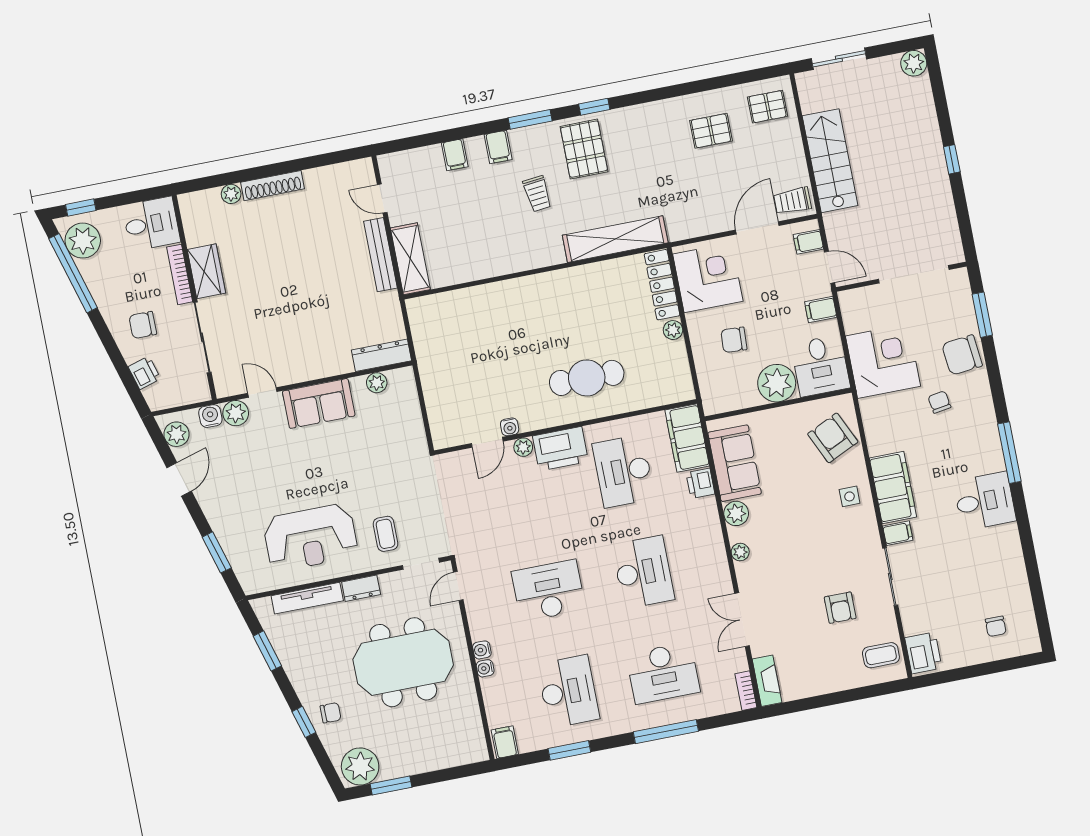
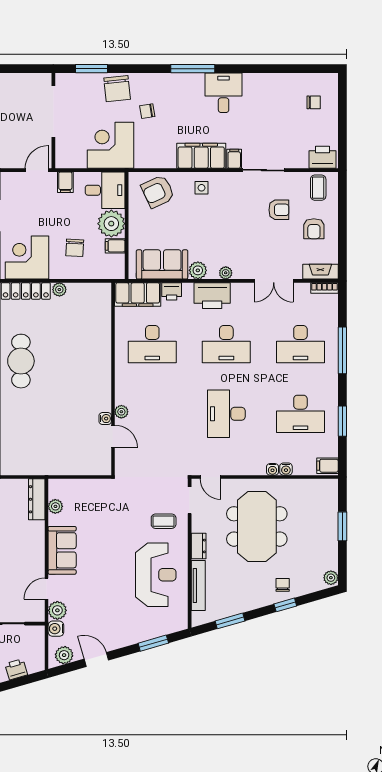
filing cabinet: (808, 242) -> (115, 246), moved, turned 90
cafe table: (587, 378) -> (21, 361), moved
printer: (560, 449) -> (212, 296), moved, turned 90
desk: (643, 572) -> (226, 344), turned 180
water cooler: (482, 650) -> (286, 469), moved
armchair: (824, 660) -> (314, 229), added
desk: (663, 673) -> (300, 344), turned 90
desk: (568, 691) -> (300, 414), turned 180
plant: (360, 766) -> (331, 578), width x0.53, depth x0.53
window: (391, 785) -> (342, 526), moved

